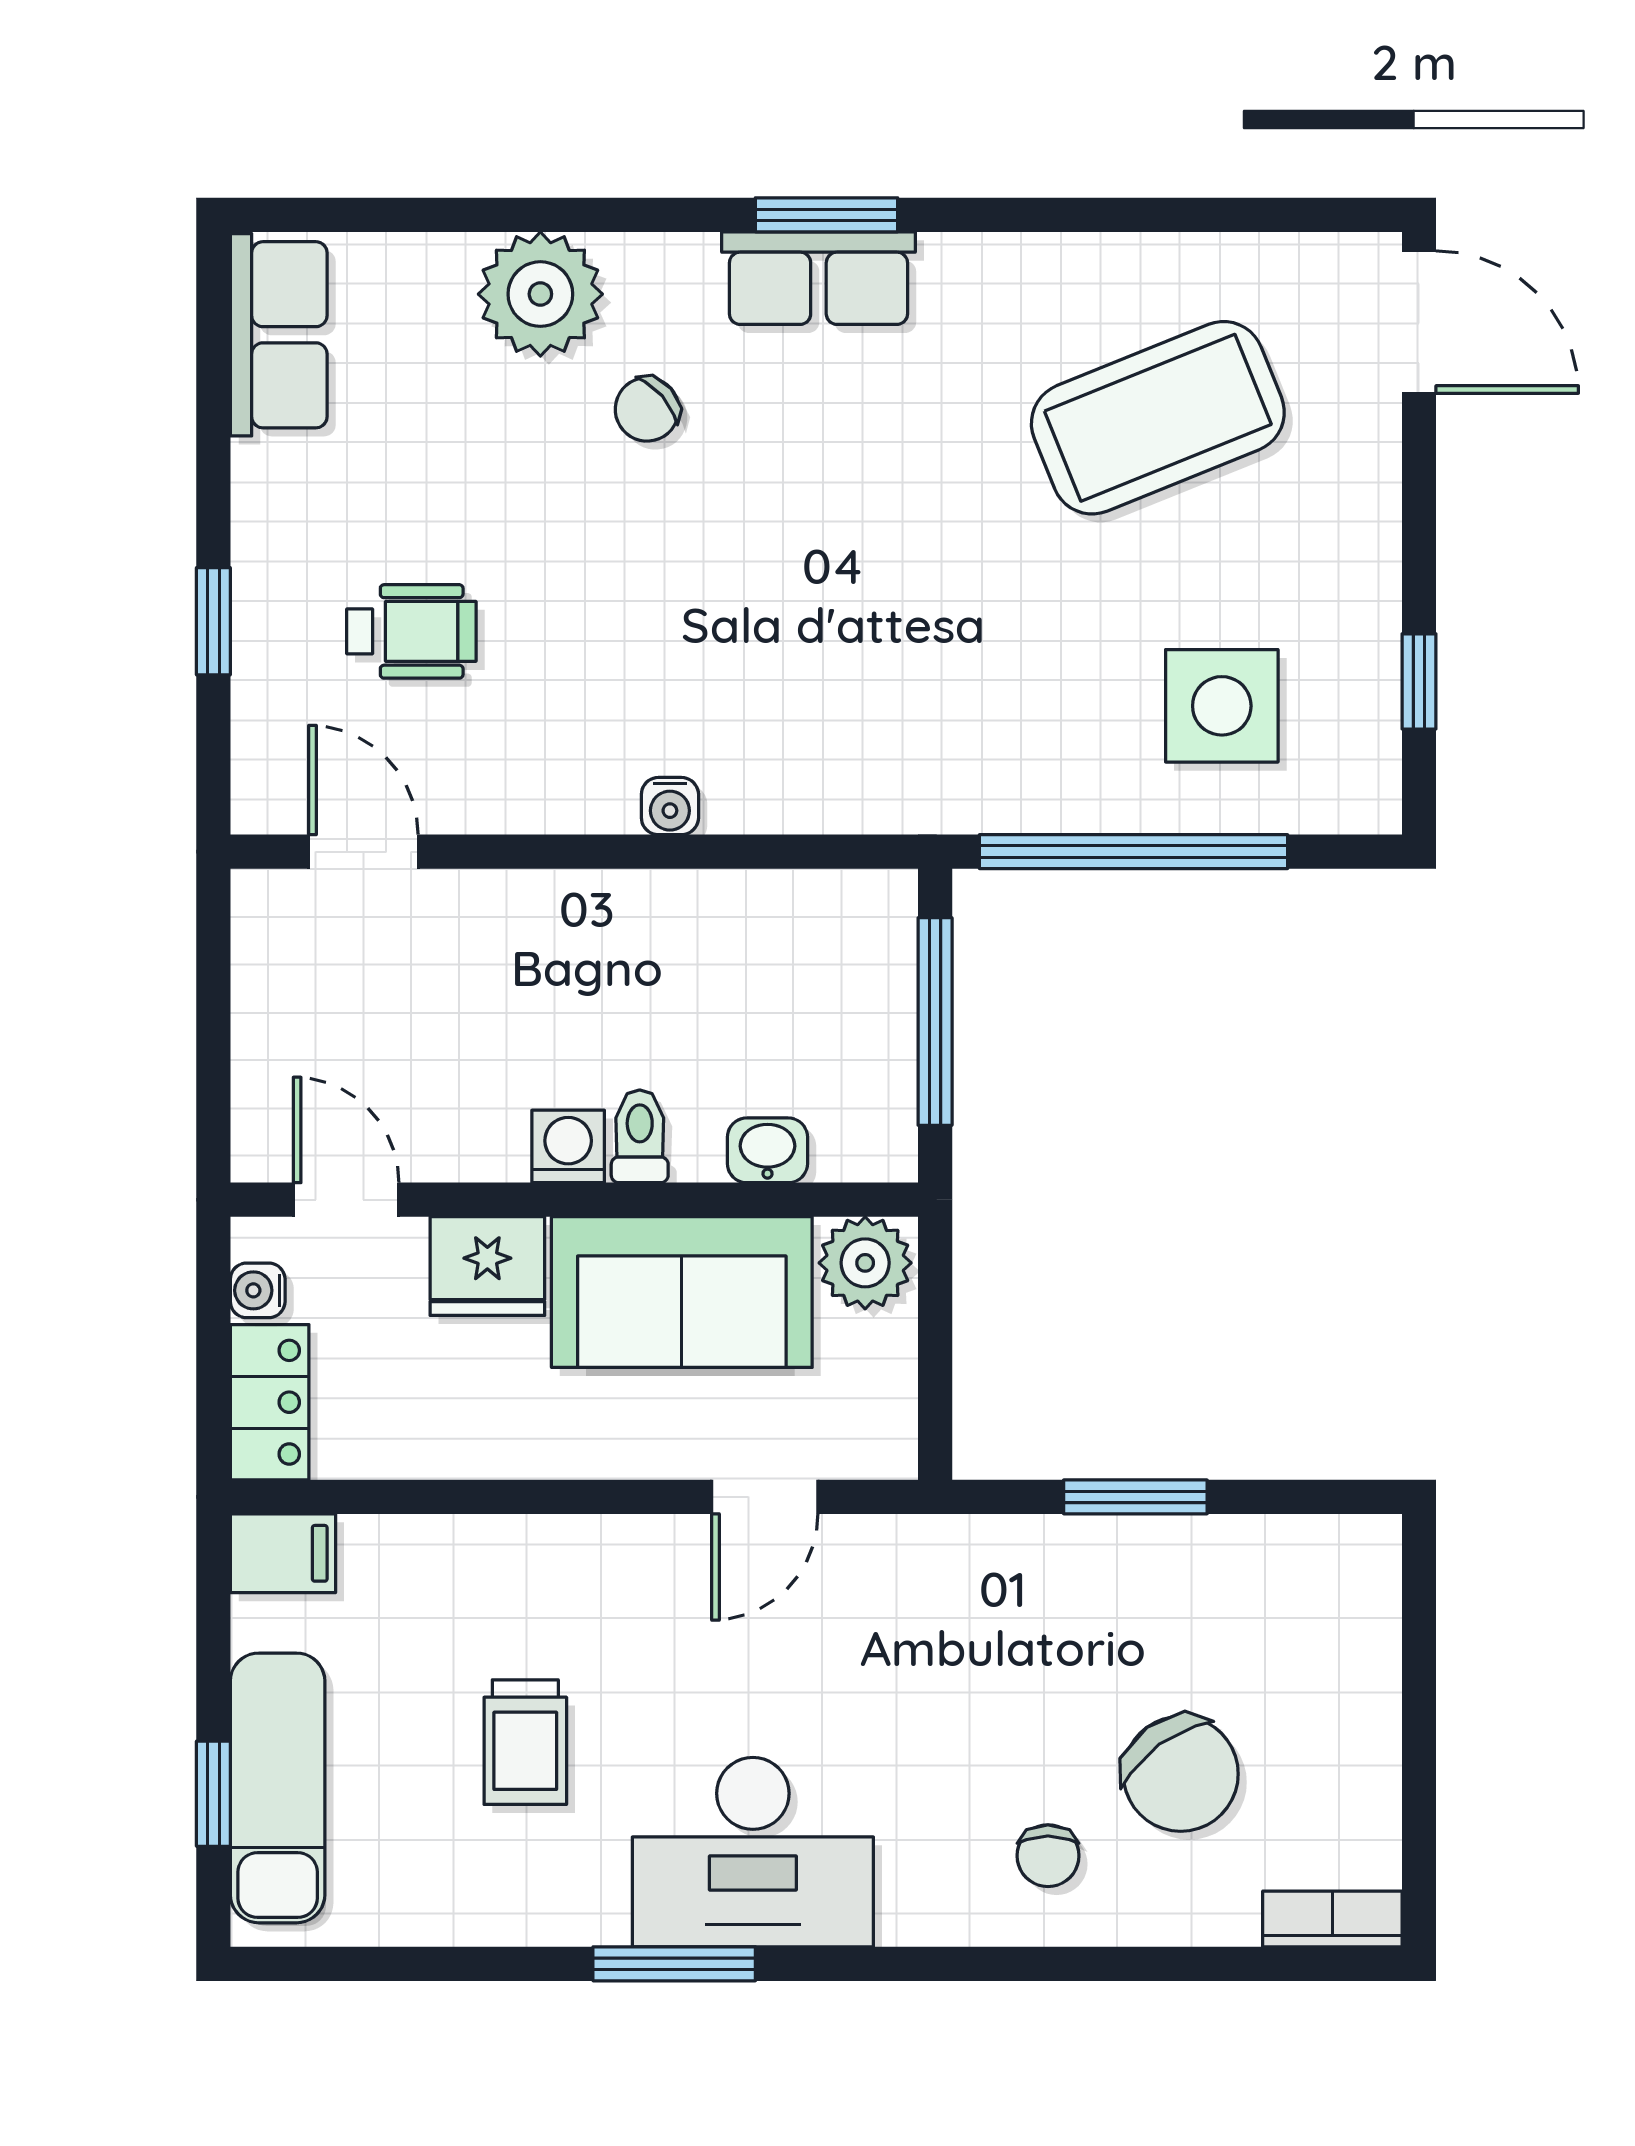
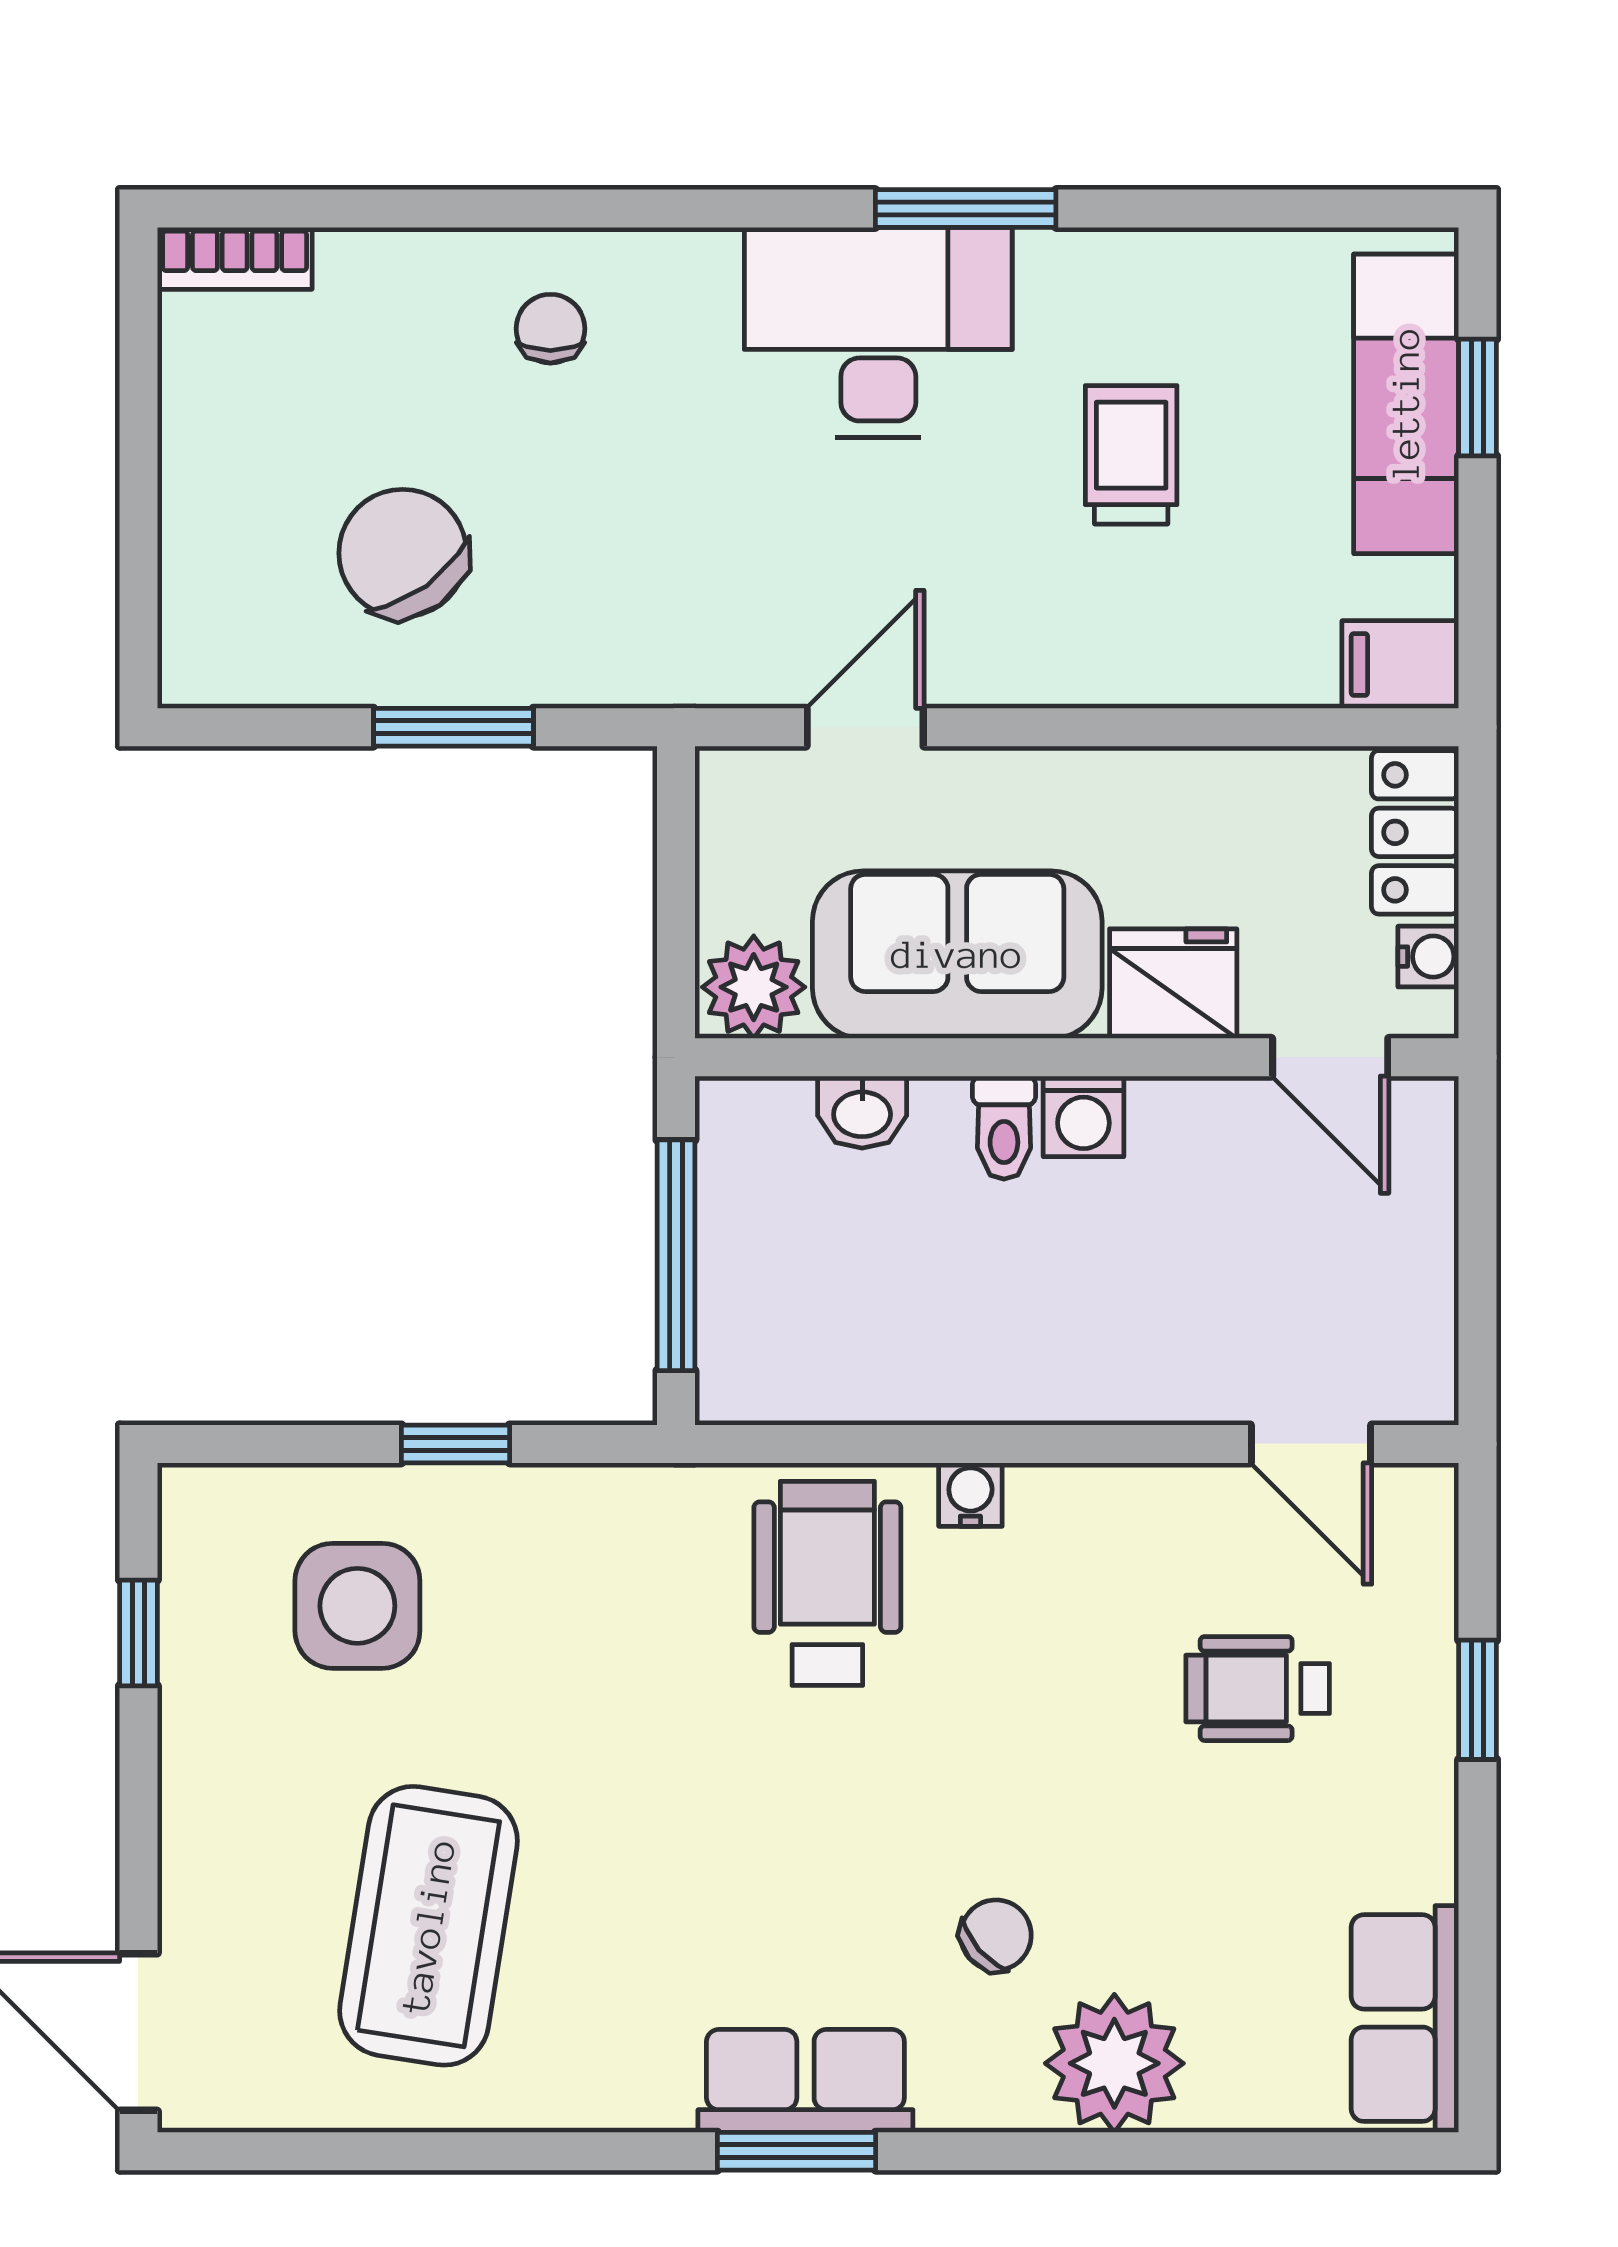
coffee table: (1158, 418) -> (429, 1926), turned -59
wheelchair: (799, 726) -> (827, 1583), added
window: (1134, 852) -> (455, 1444), width x0.32
chair: (1181, 1774) -> (403, 553), moved

